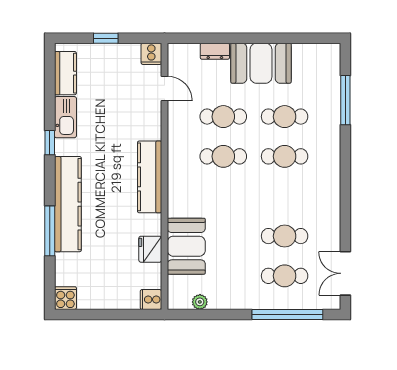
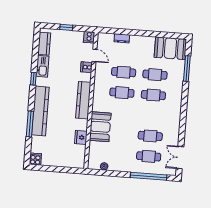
booth: (261, 63) -> (170, 48), moved
booth: (186, 246) -> (100, 127), moved
cooker: (151, 299) -> (87, 67), moved

